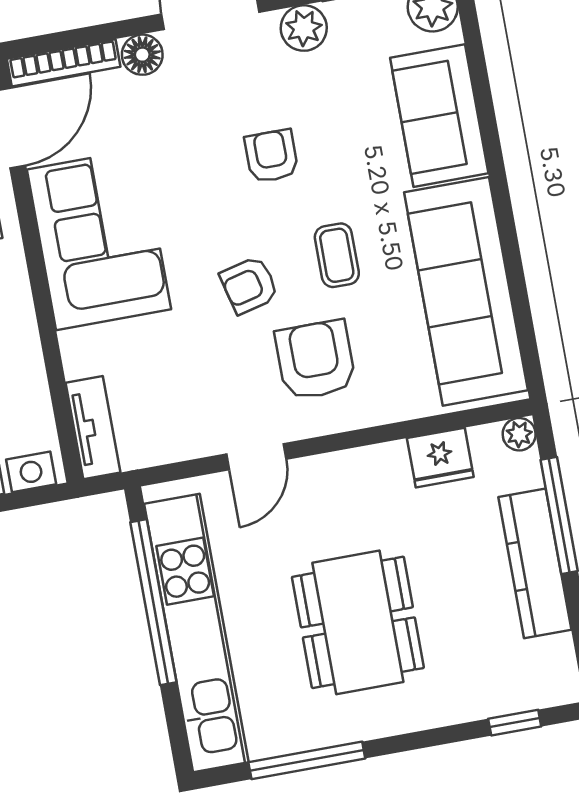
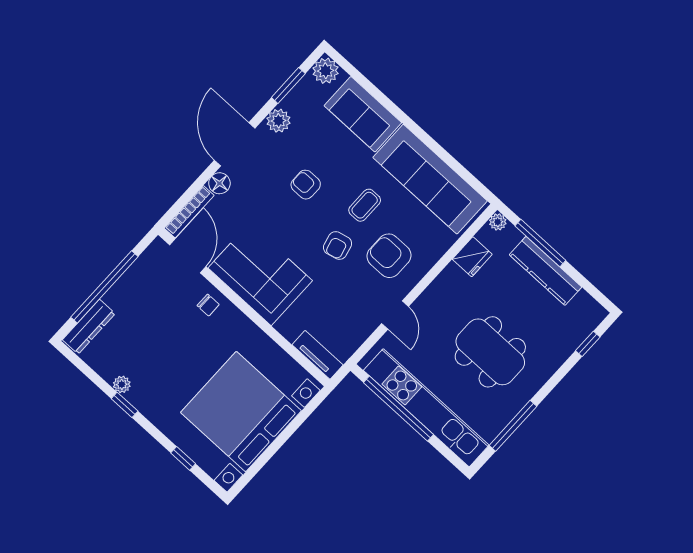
coffee table: (337, 255) -> (365, 205), turned 90

